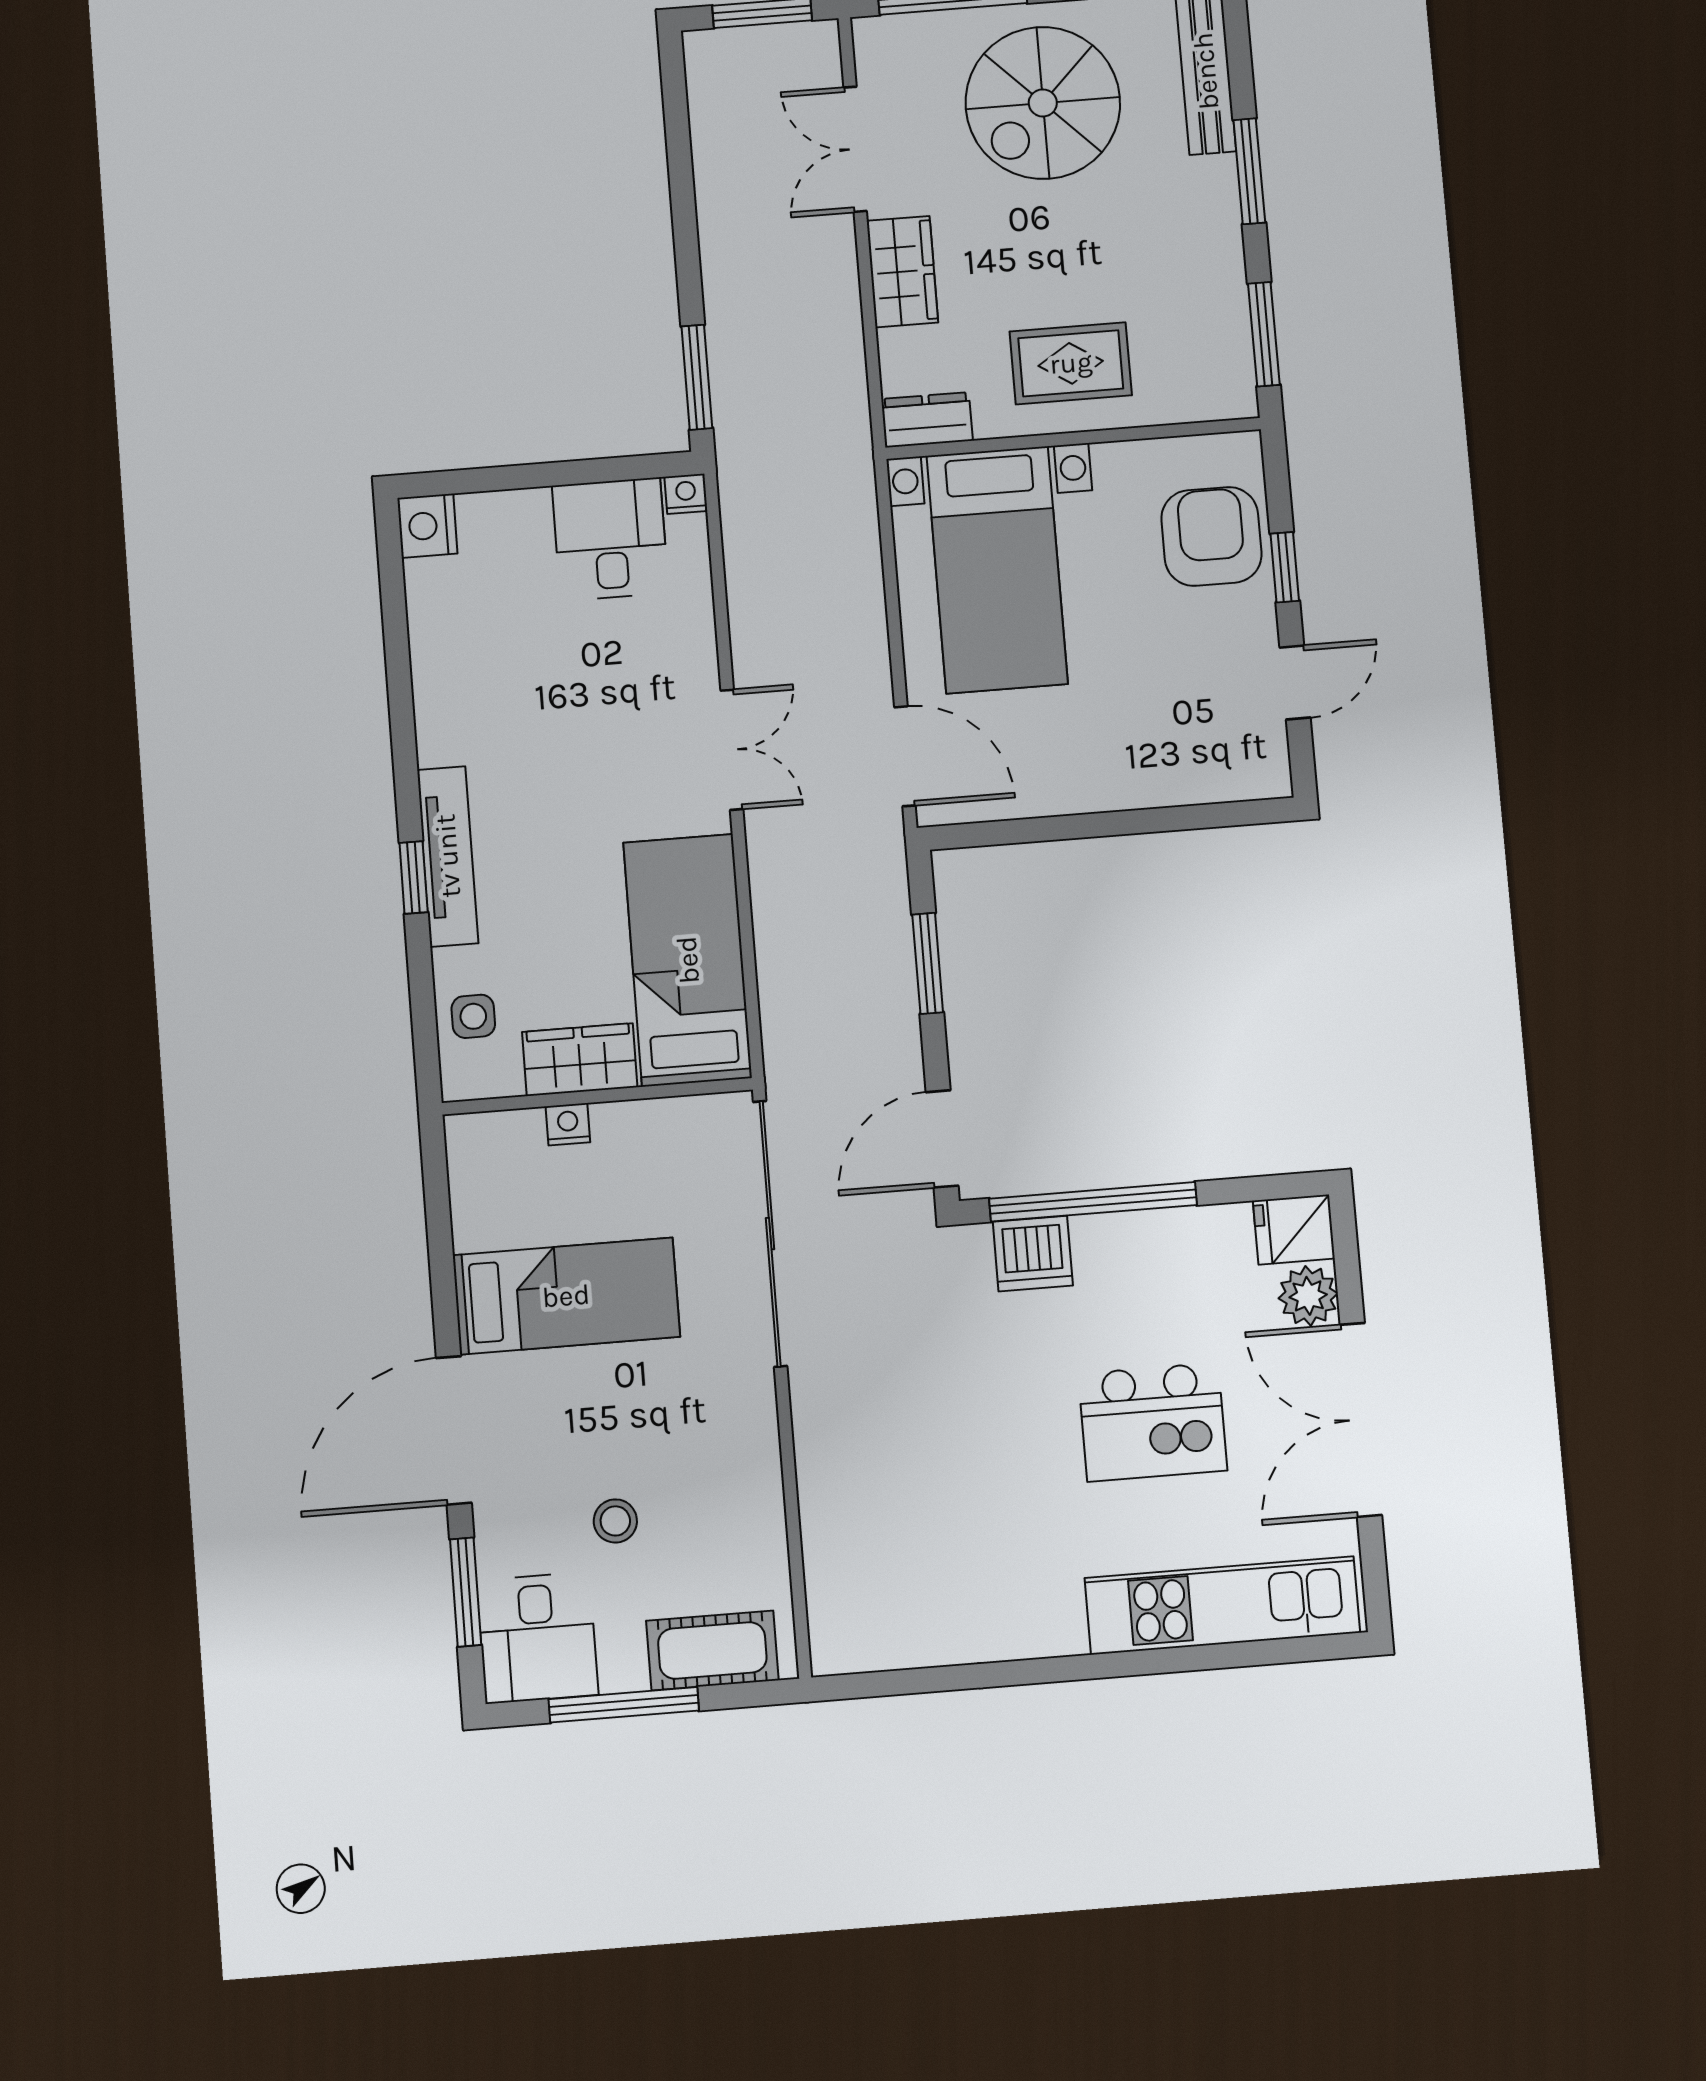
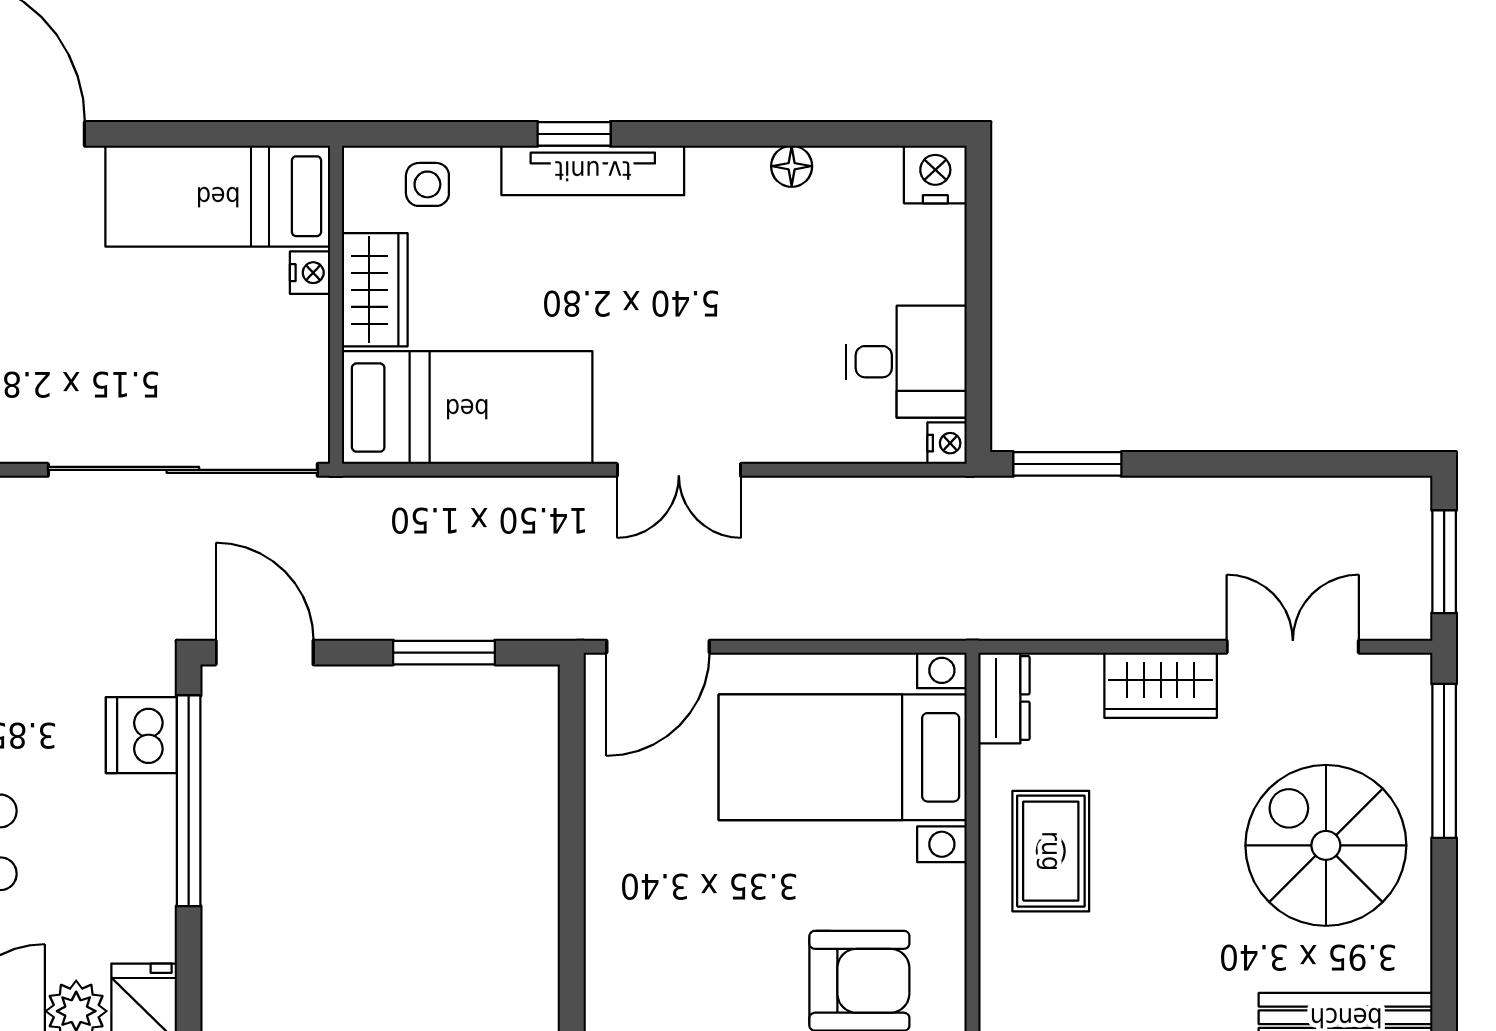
floor lamp: (430, 664) -> (792, 166), added
bed: (566, 1296) -> (218, 196), moved, turned 90

